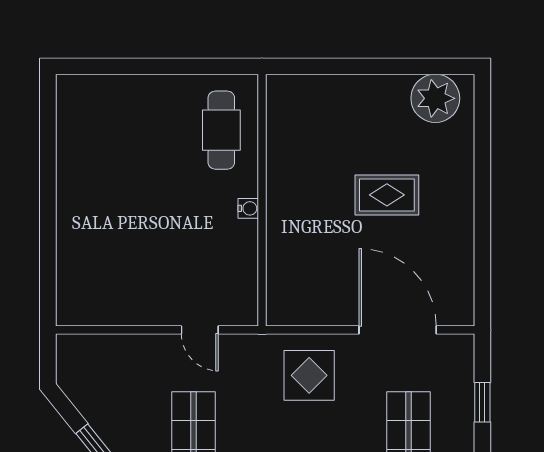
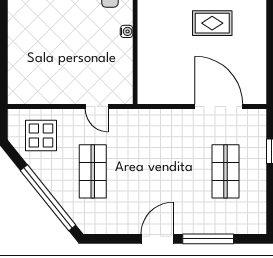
display table: (309, 375) -> (41, 135), moved

